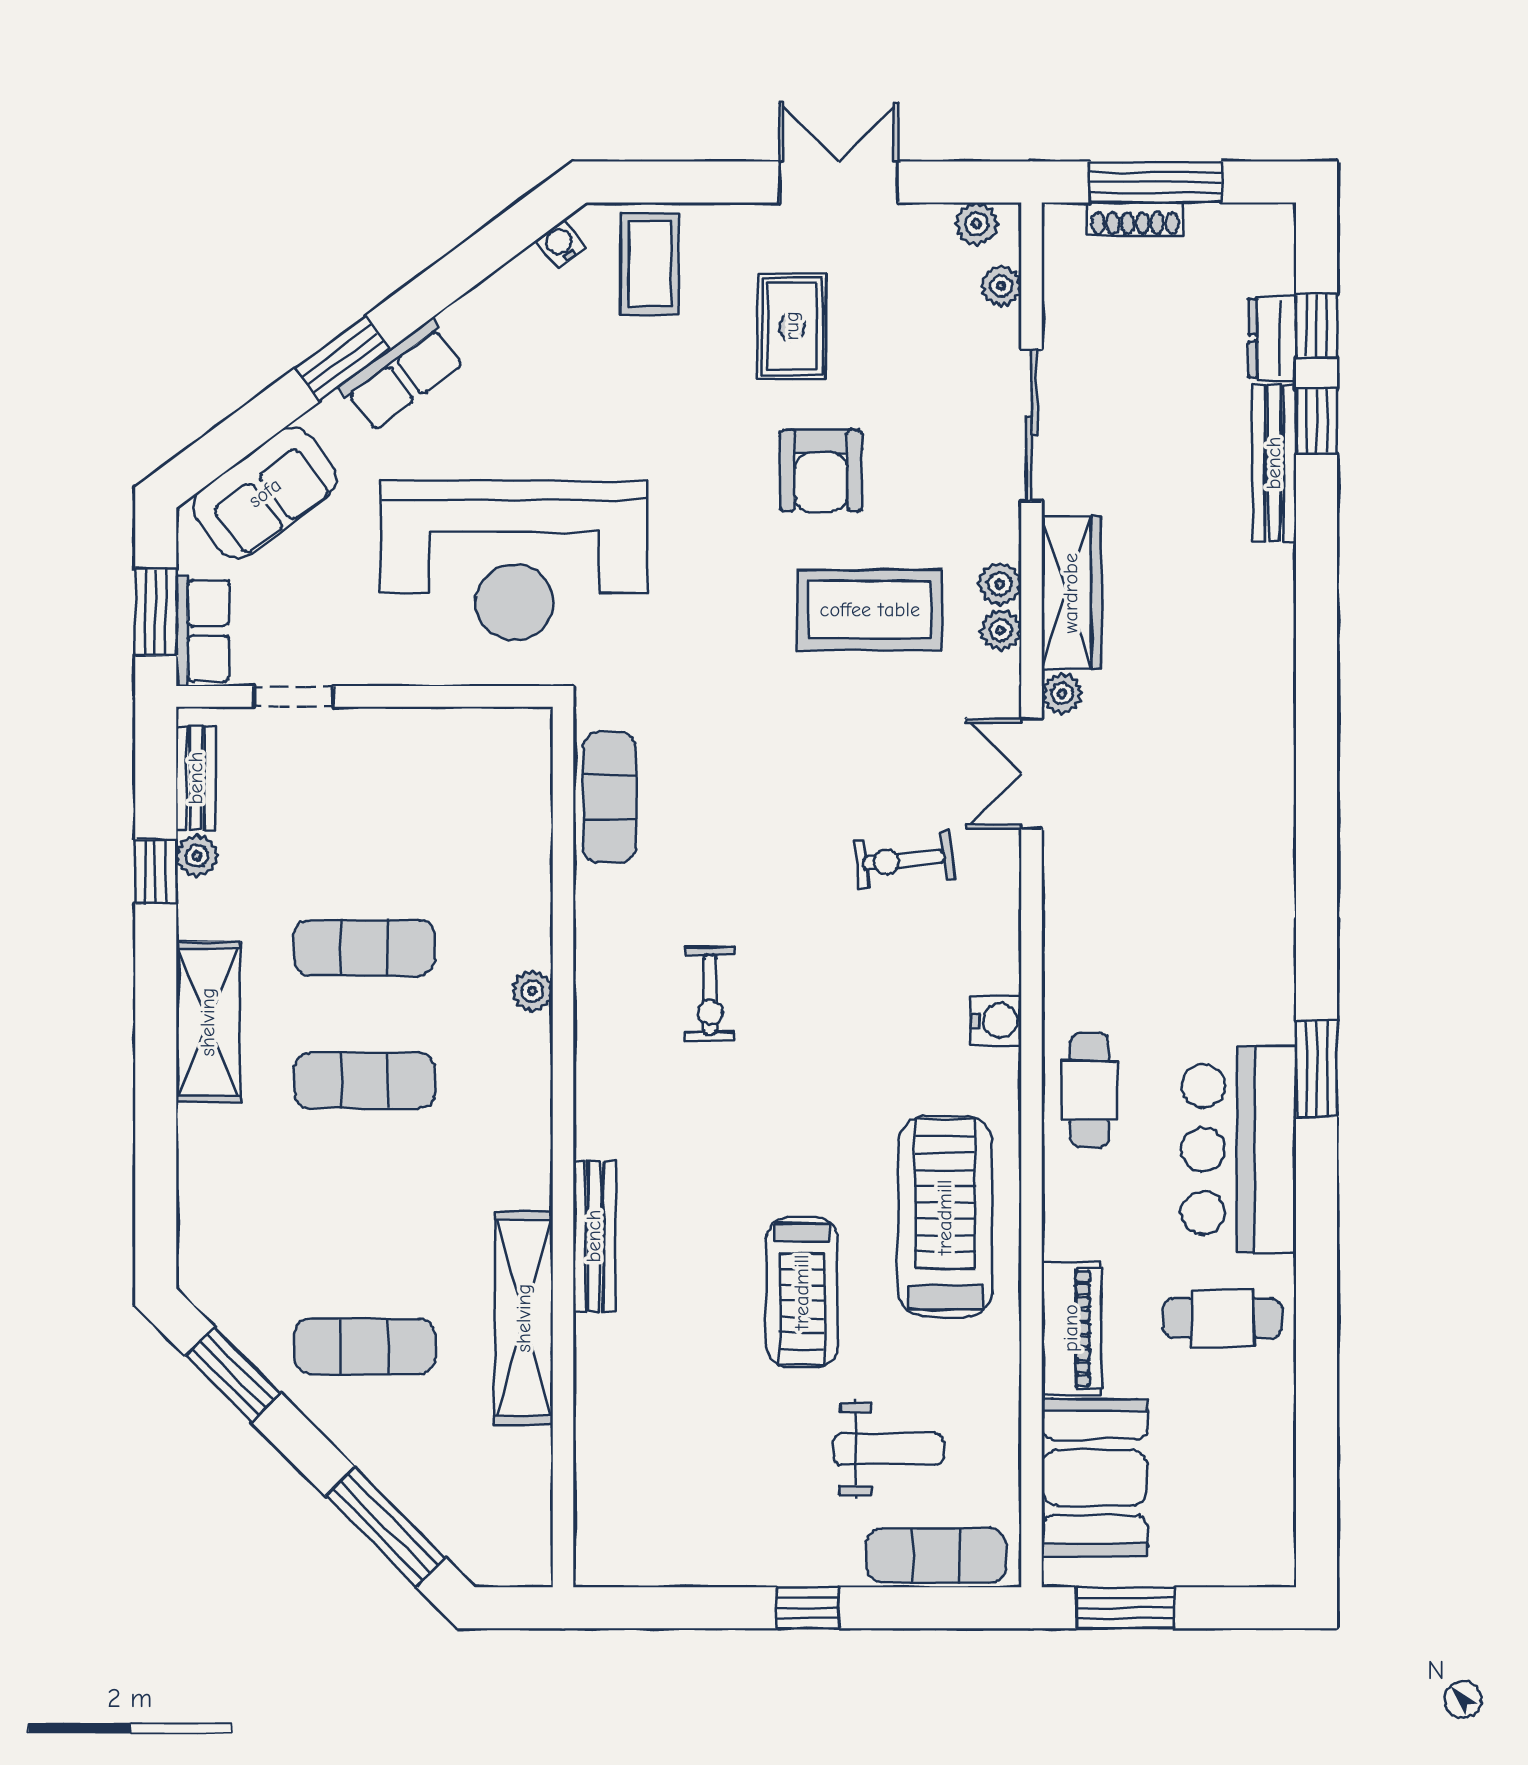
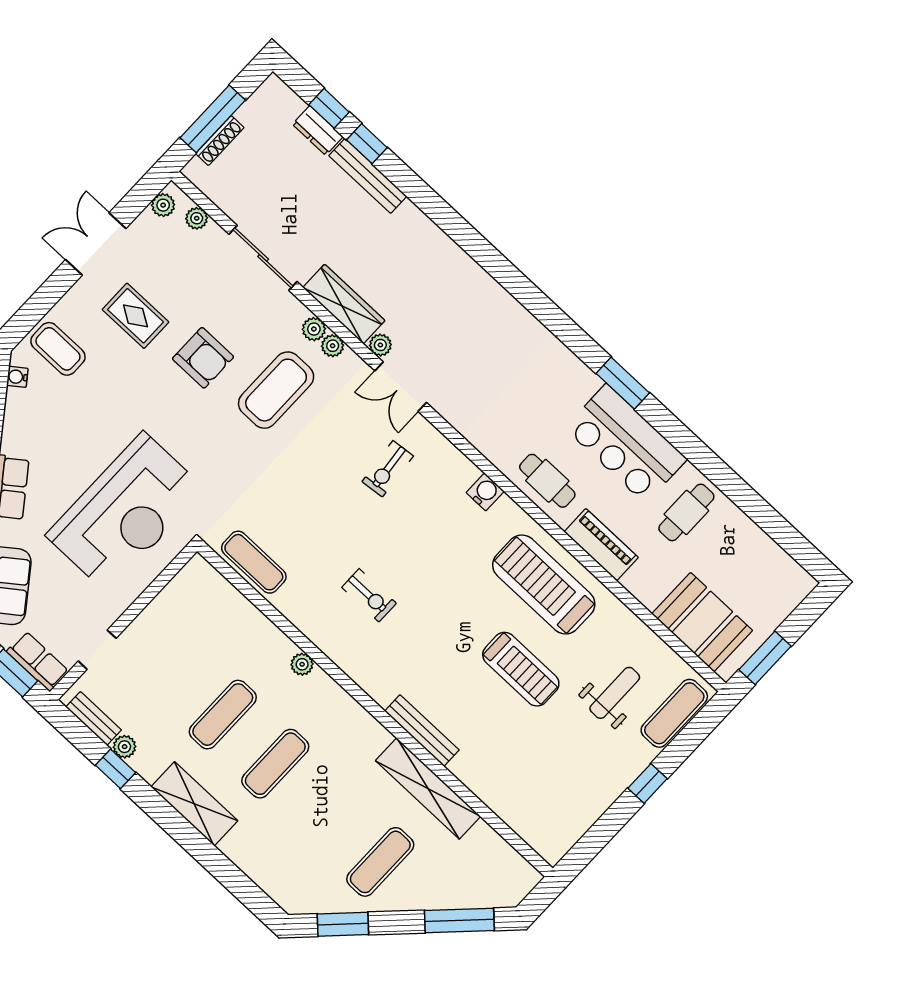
piano: (1071, 1328) -> (601, 545), moved

